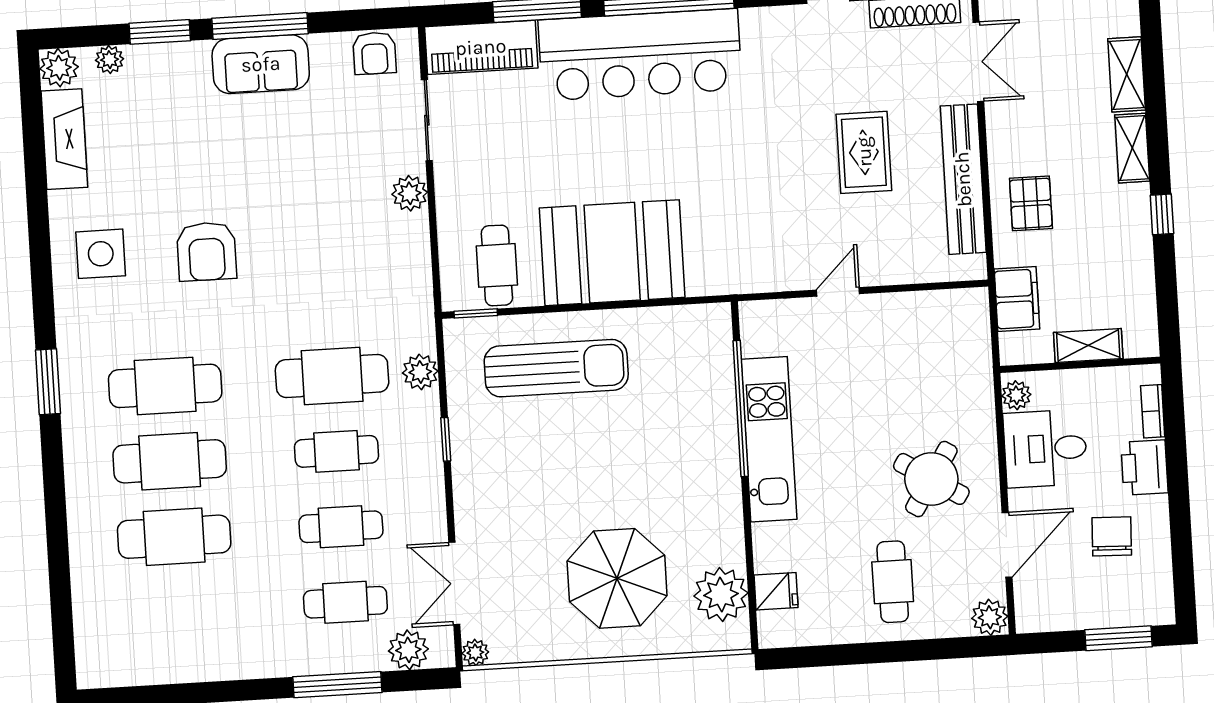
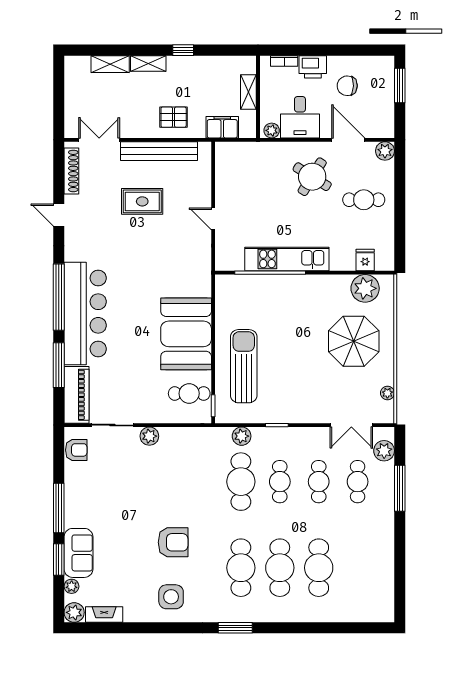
sofa: (261, 64) -> (78, 553), moved
fireplace: (64, 139) -> (104, 614), width x0.73, depth x0.76
plant: (475, 653) -> (387, 393), moved

